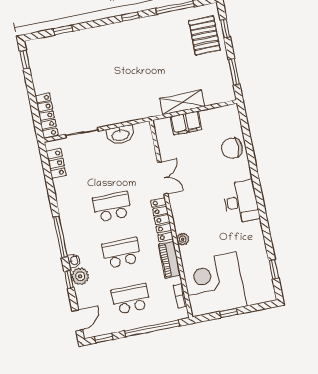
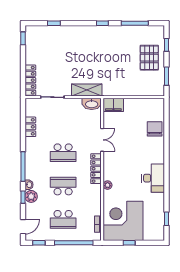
pallet: (205, 35) -> (149, 58), moved
shelving: (182, 102) -> (87, 90), moved
filing cabinet: (186, 123) -> (113, 105), moved
washbasin: (120, 135) -> (92, 104), moved
chair: (232, 148) -> (155, 129), turned 90
locker: (56, 163) -> (30, 127), moved
desk: (241, 202) -> (153, 178), moved
school desk: (112, 207) -> (63, 153), turned 180
piano: (170, 260) -> (96, 198), removed
school desk: (131, 299) -> (63, 219), turned 180

